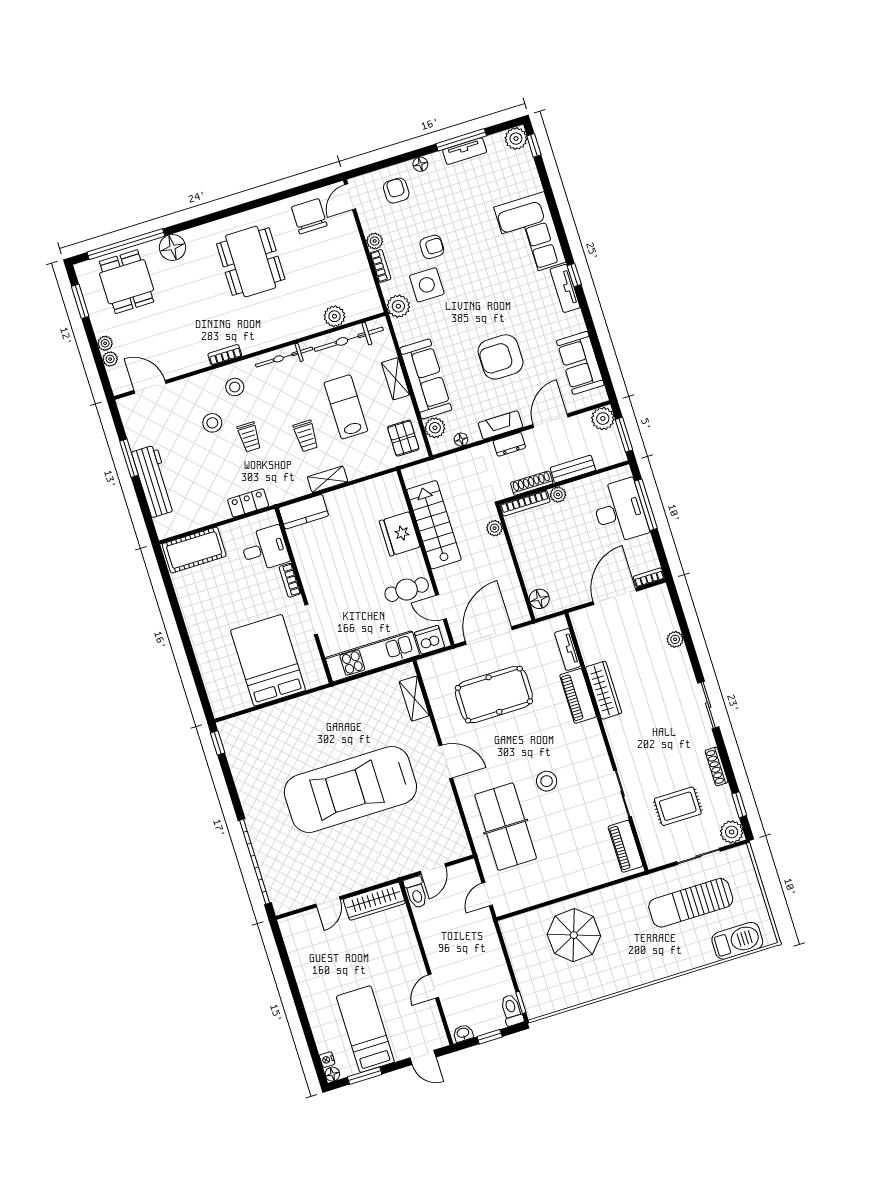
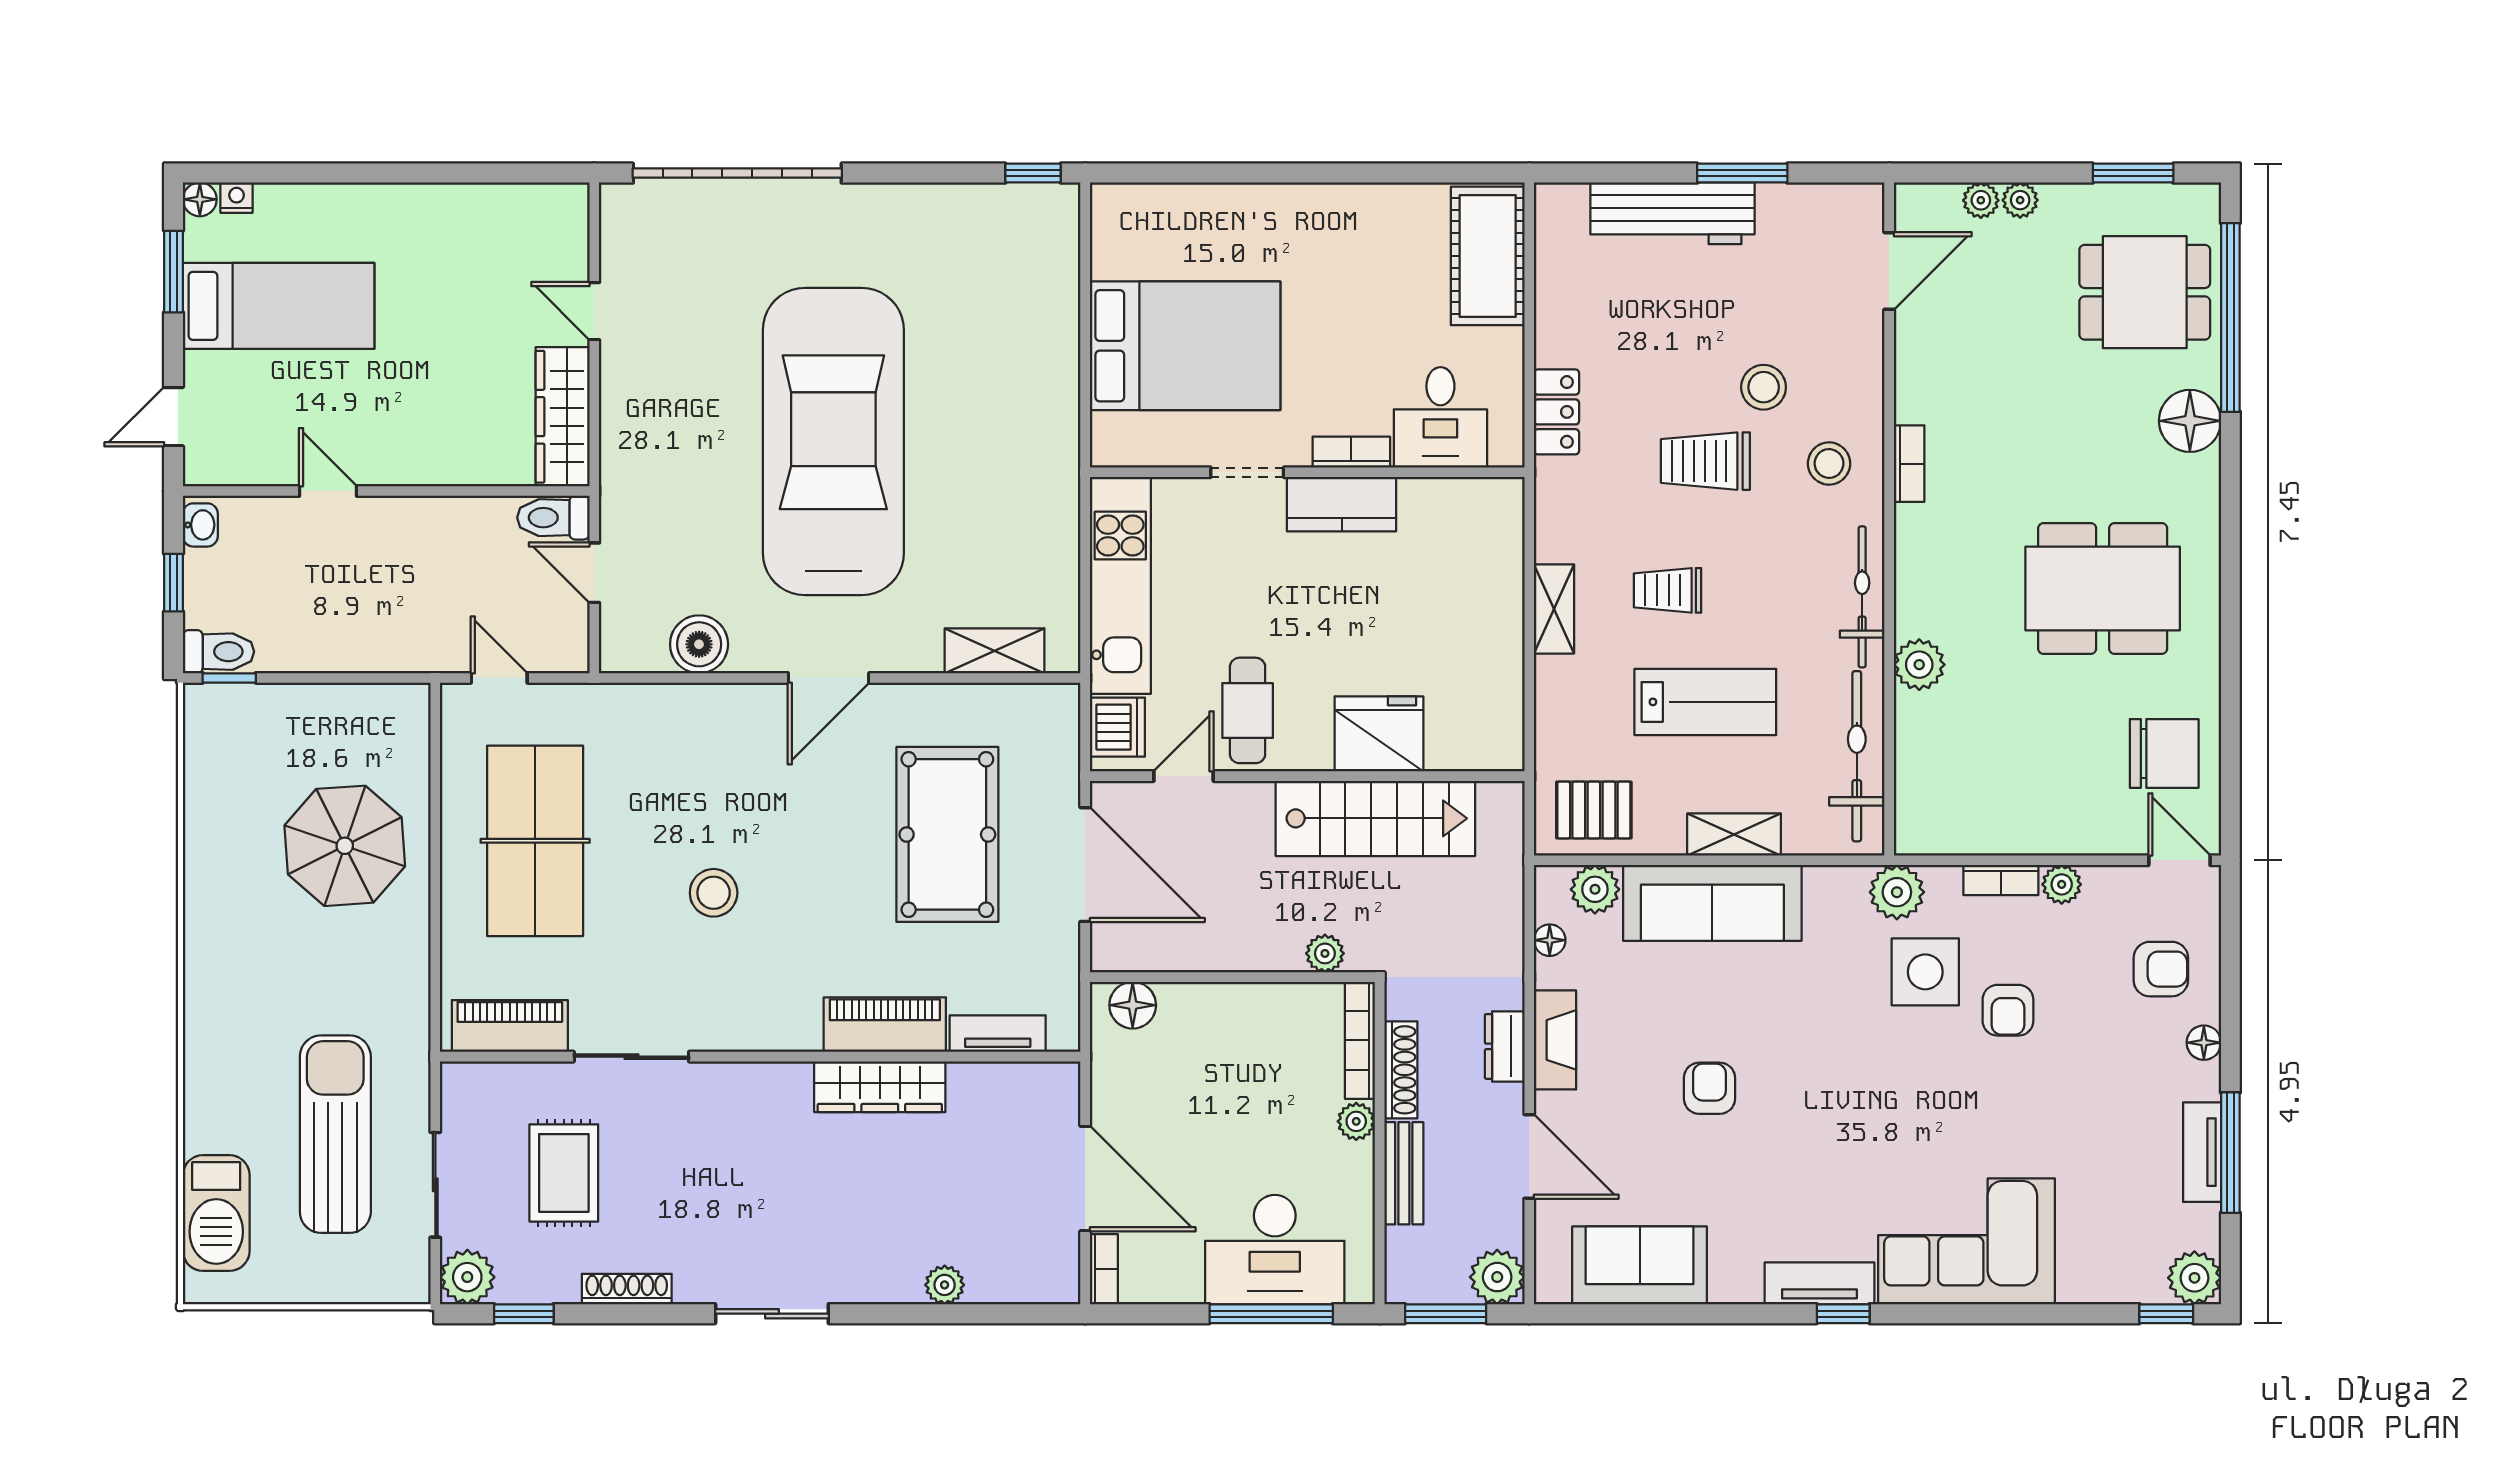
plant: (335, 316) -> (1919, 665), moved
armchair: (500, 357) -> (1709, 1088), width x0.53, depth x0.53
trolley: (249, 437) -> (1705, 461), width x1.36, depth x1.39
kitchen counter: (304, 512) -> (1342, 504), moved, turned -90
boiler: (449, 818) -> (699, 644), added
table tennis table: (506, 827) -> (535, 841), moved, turned 90

